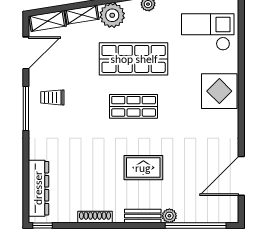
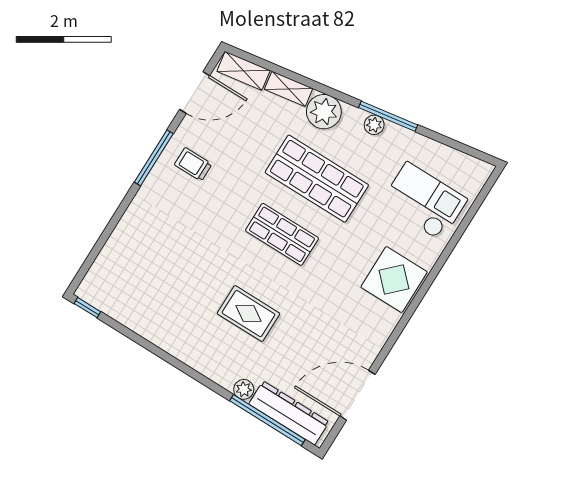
dresser: (38, 188) -> (289, 413), moved, turned -90
bench: (143, 216) -> (212, 370), removed
shoe rack: (95, 217) -> (155, 336), removed

